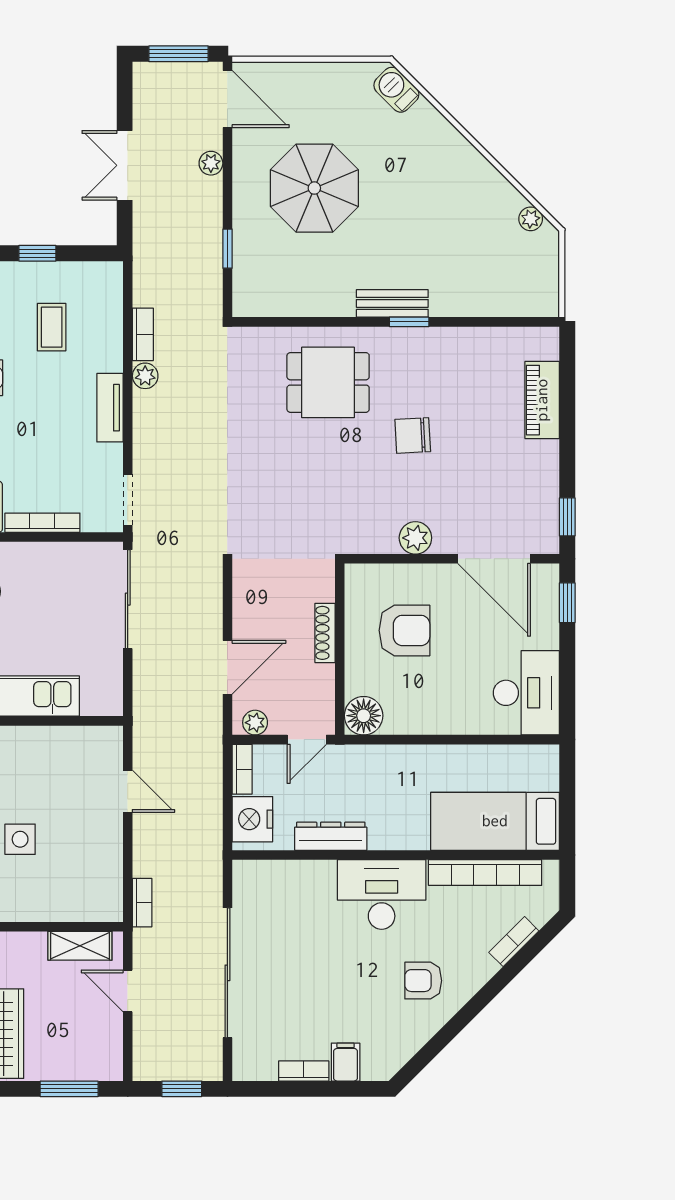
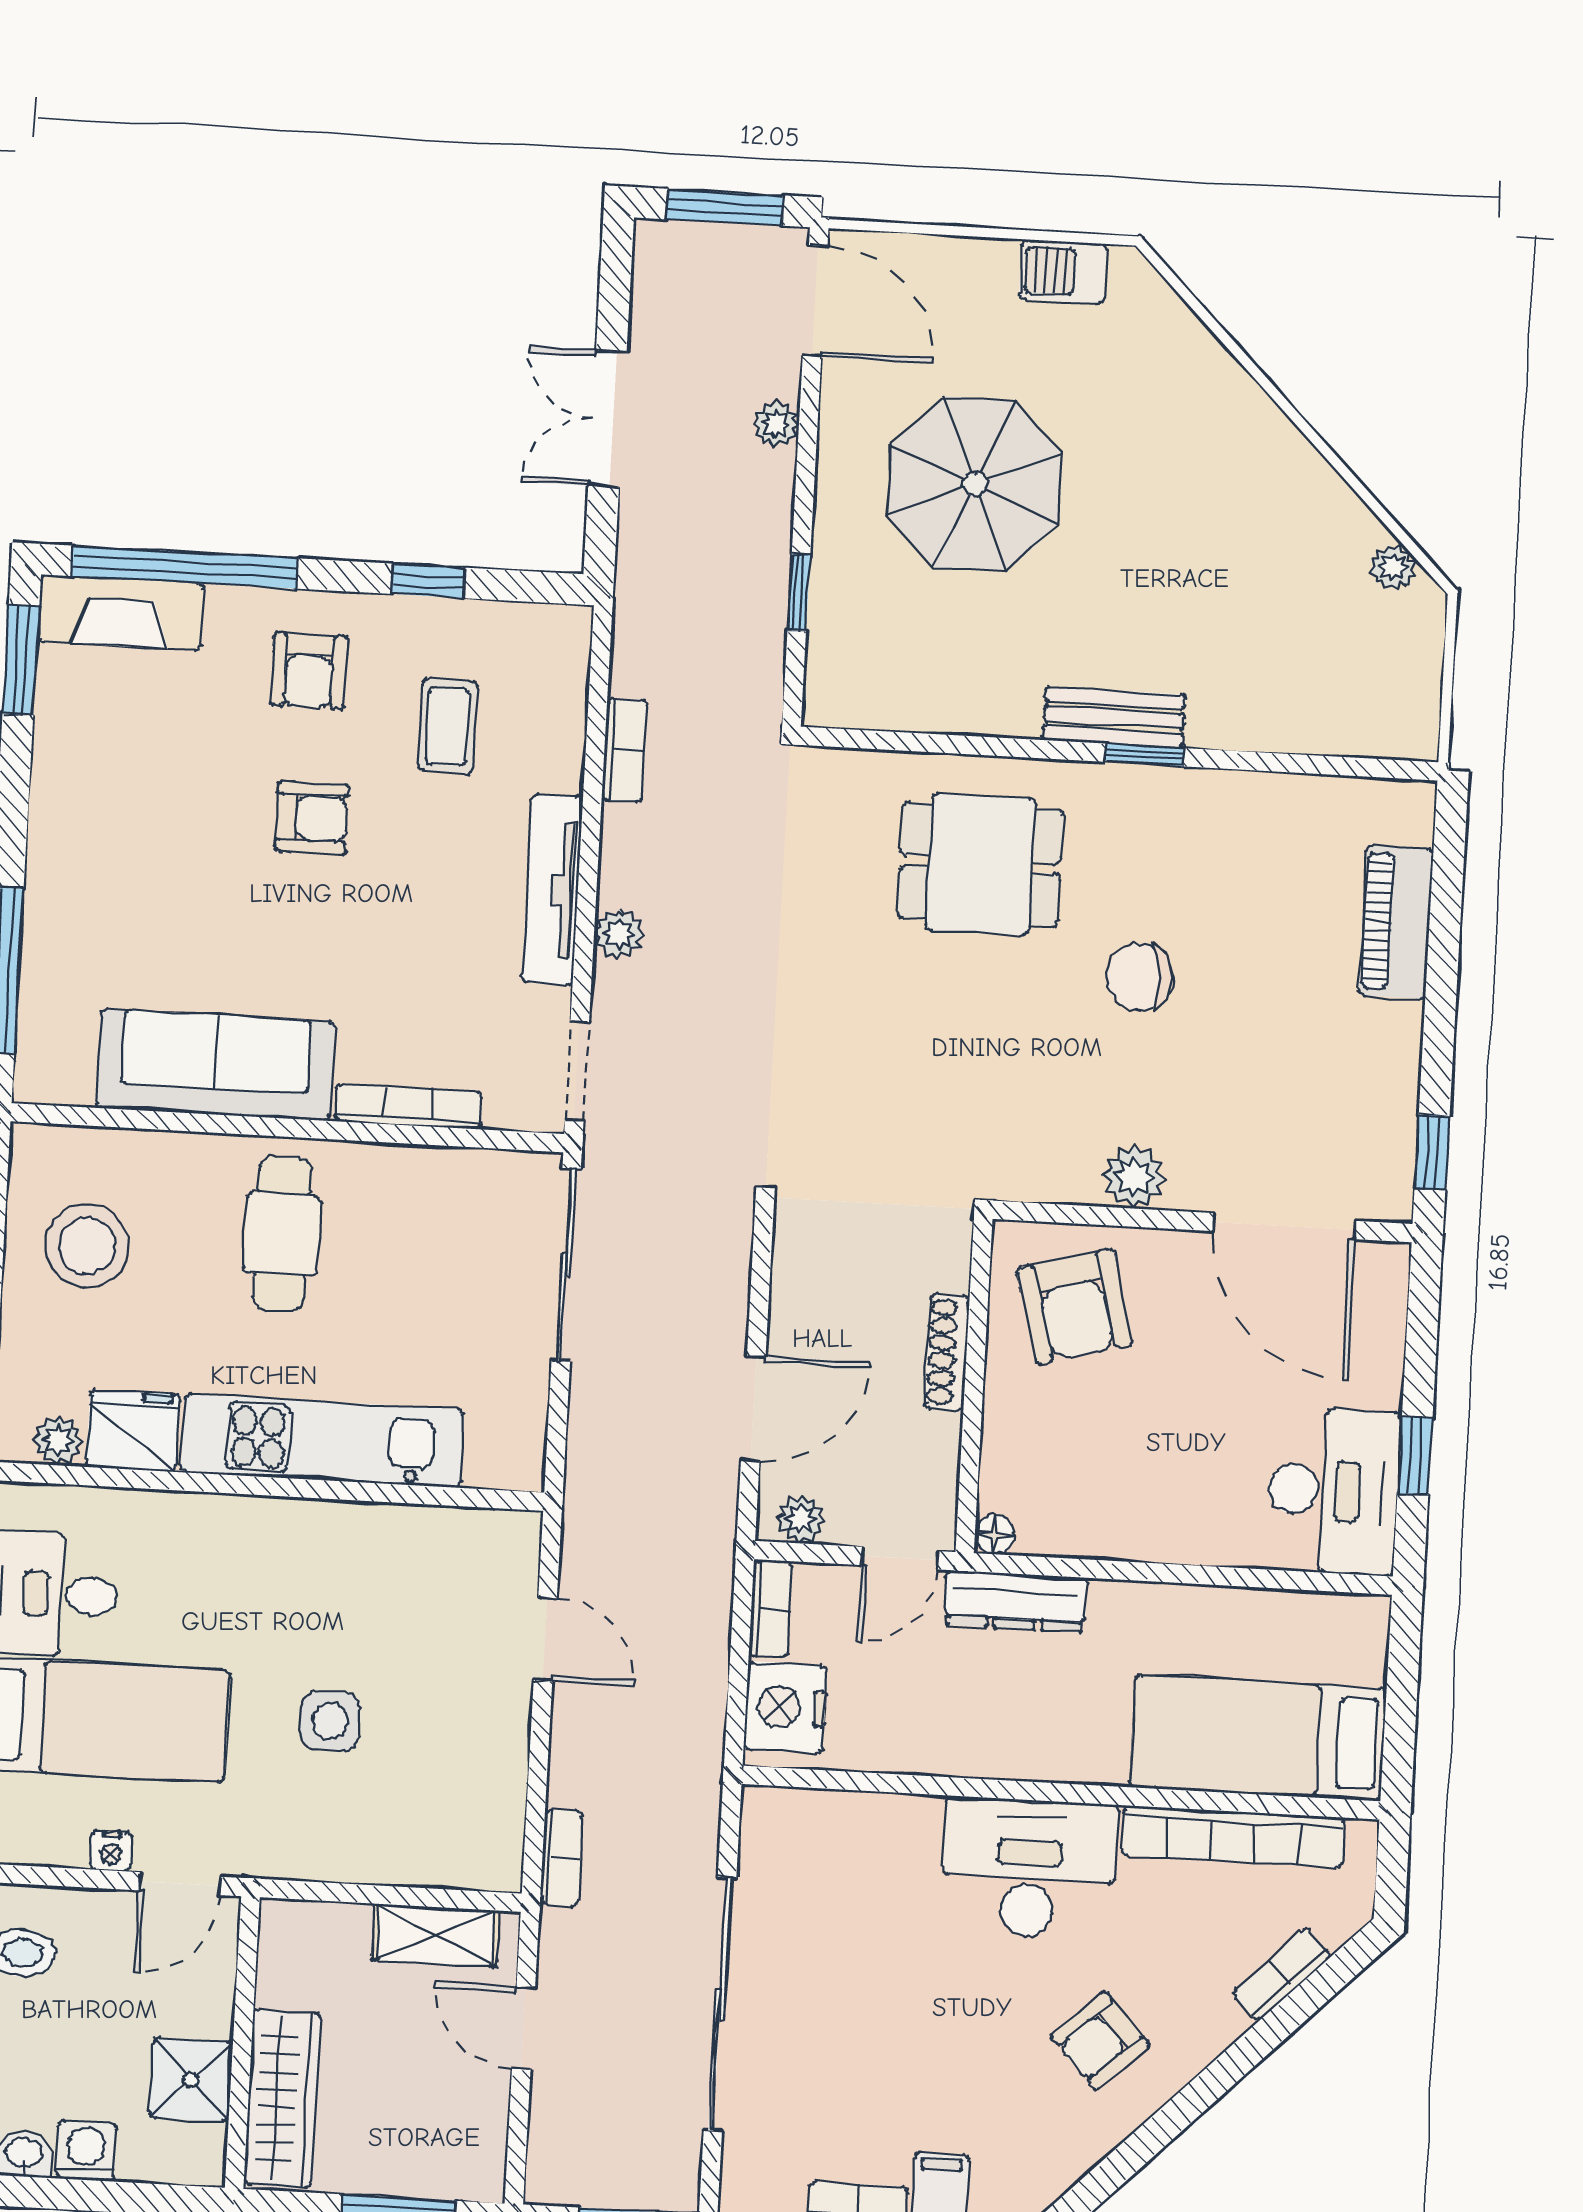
barbecue: (396, 90) -> (1063, 272), moved, turned -45
plant: (145, 376) -> (619, 934), moved
tv unit: (110, 408) -> (552, 890), width x1.41
window: (567, 603) -> (1415, 1455), moved
armchair: (405, 630) -> (1074, 1306), moved, turned 75
floor lamp: (364, 716) -> (995, 1534), width x0.53, depth x0.53
dresser: (331, 836) -> (1016, 1601), moved, turned 180
armchair: (423, 981) -> (1101, 2040), turned -43

